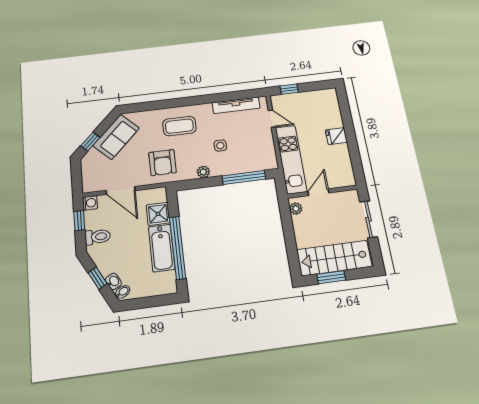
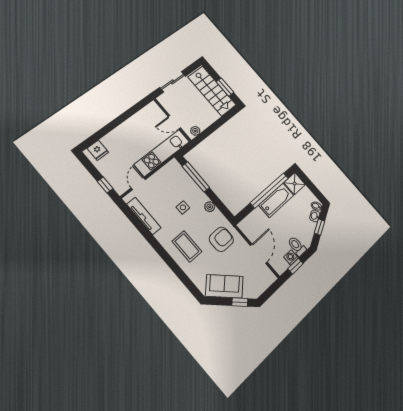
fridge: (336, 136) -> (98, 150), moved
washing machine: (90, 203) -> (291, 257), moved
shower: (158, 214) -> (295, 184), moved

